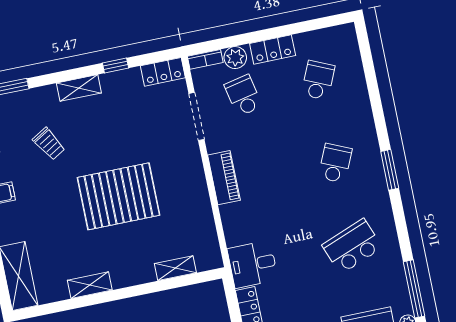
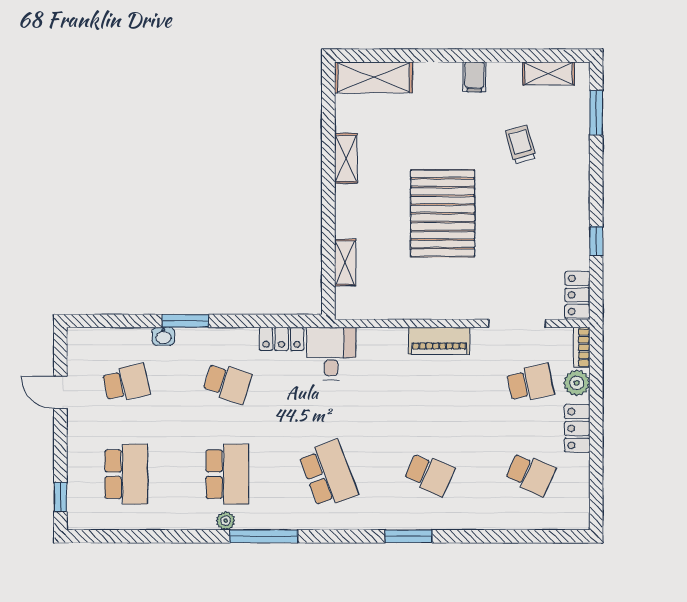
shelving: (79, 88) -> (579, 193), removed
trolley: (49, 144) -> (521, 144), turned 105

